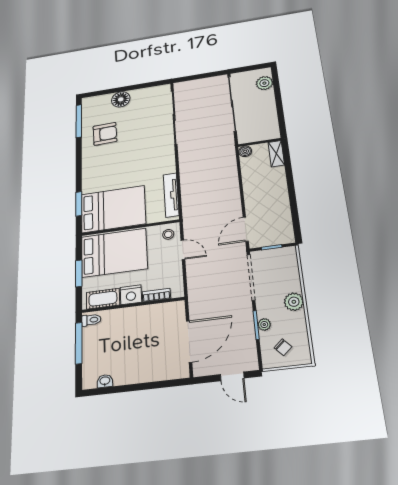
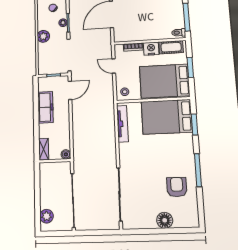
window: (79, 121) -> (198, 170), moved
armchair: (105, 134) -> (177, 187), turned 92
freezer: (279, 204) -> (45, 107), added
door: (183, 250) -> (114, 66), moved

